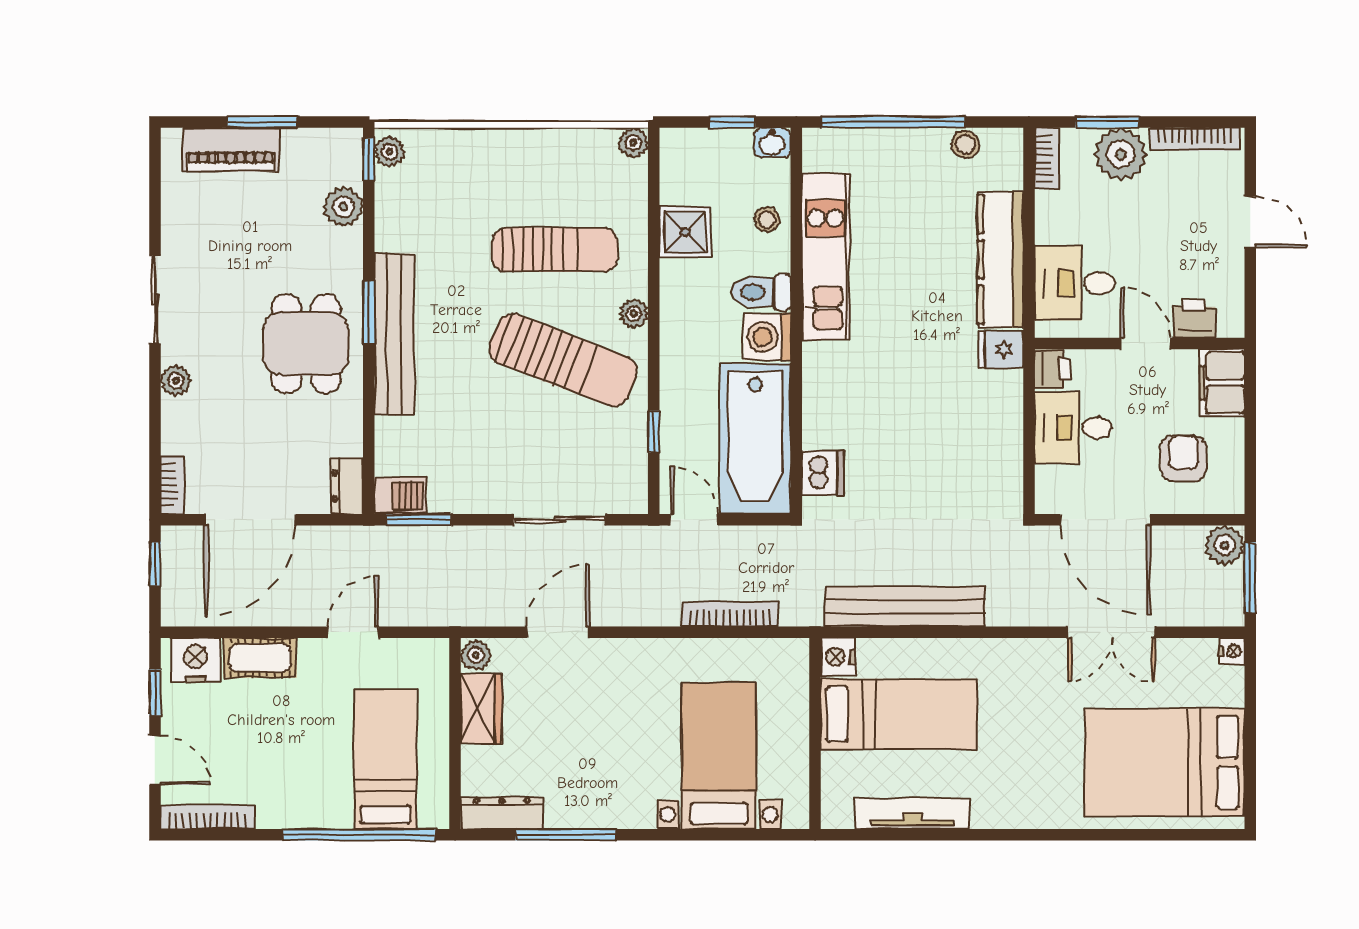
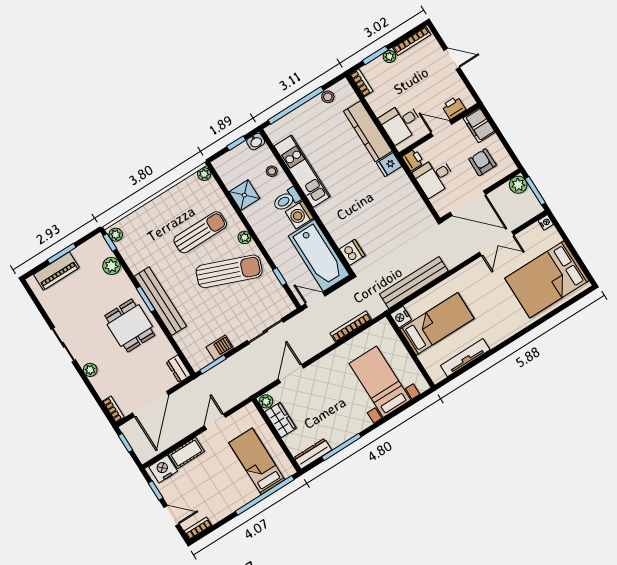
plant: (1121, 154) -> (389, 56), width x0.53, depth x0.53
barbecue: (400, 496) -> (220, 348), moved
bookcase: (208, 817) -> (198, 528), width x0.64

